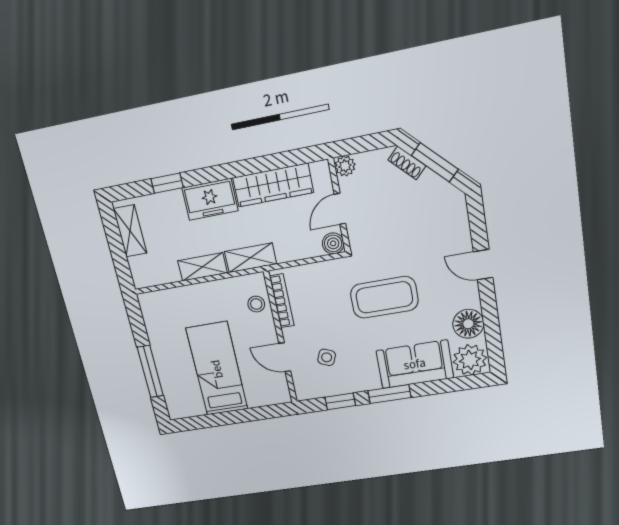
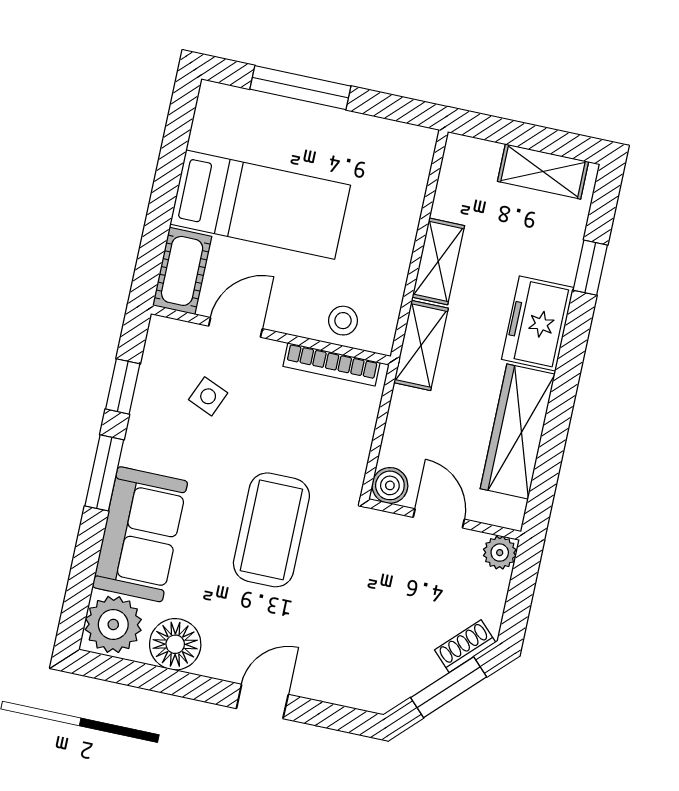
cot: (268, 394) -> (182, 271), added

